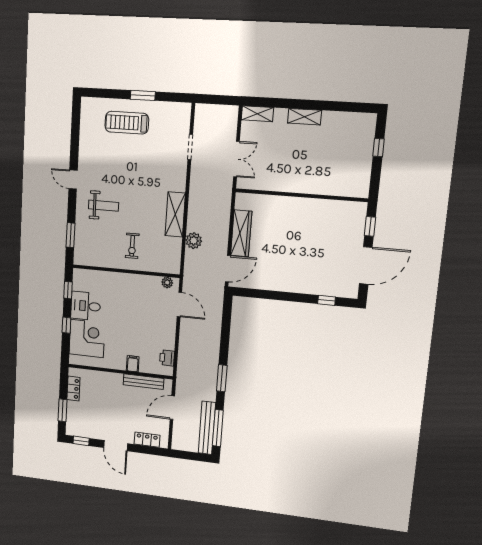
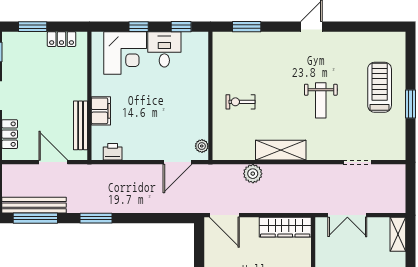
weight bench: (103, 206) -> (321, 100), moved
wardrobe: (241, 233) -> (285, 227), moved
filing cabinet: (133, 364) -> (101, 111), width x2.00

